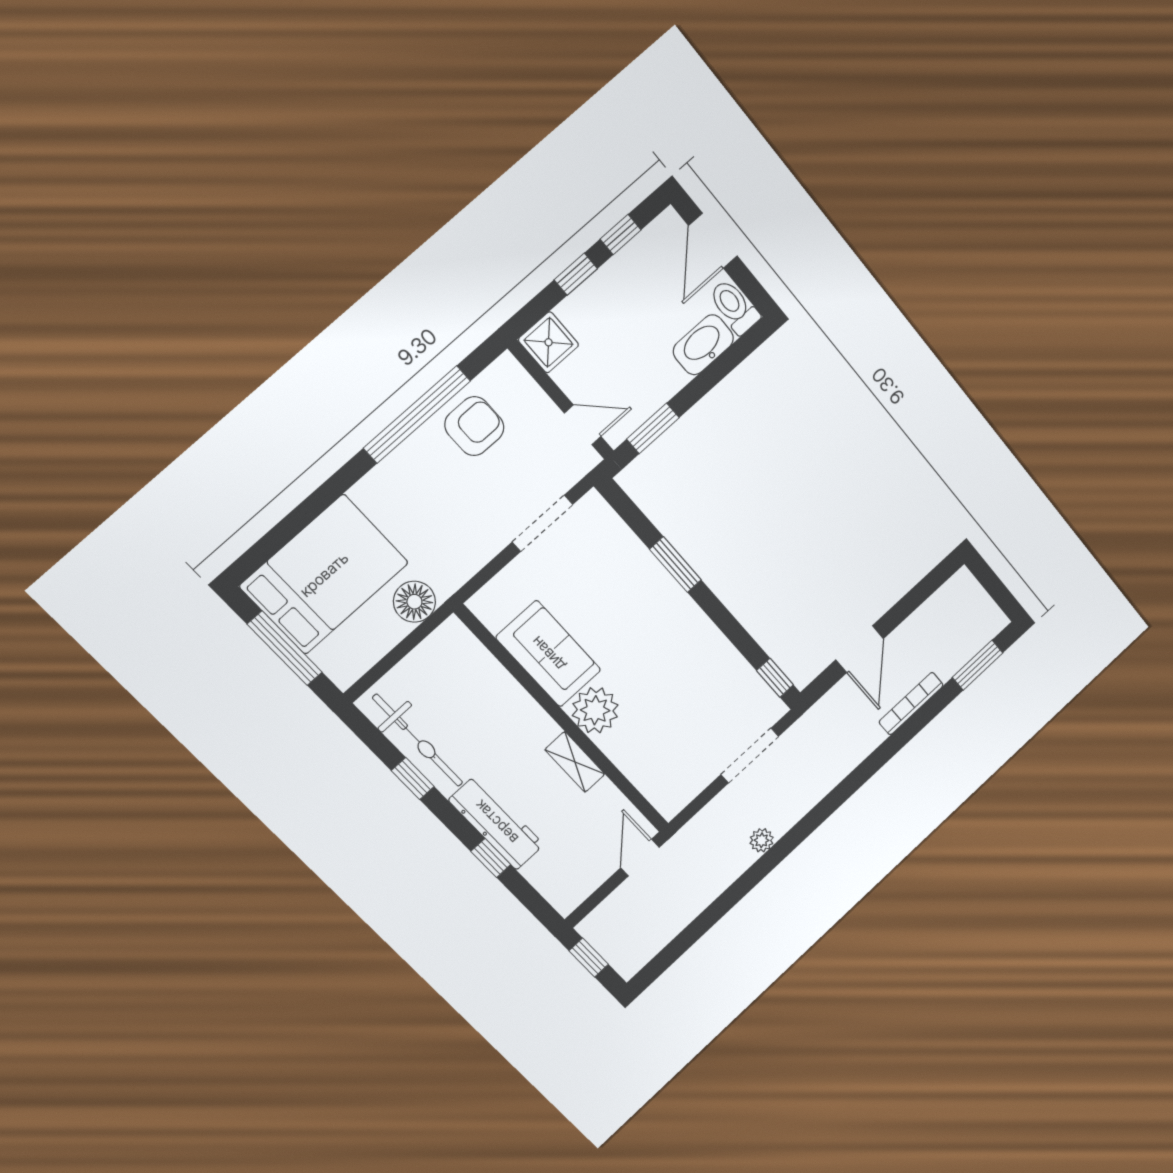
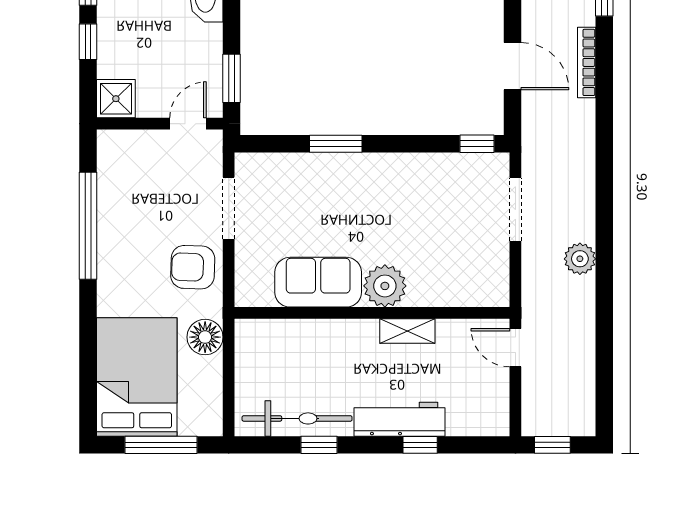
armchair: (474, 426) -> (193, 267), moved, turned -88
plant: (762, 840) -> (580, 259), width x1.38, depth x1.38

